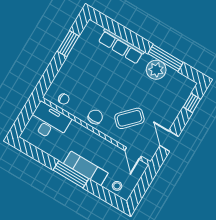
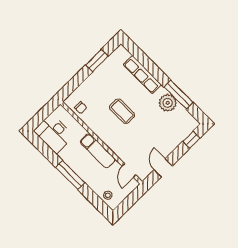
chair: (95, 117) -> (104, 130), removed
coffee table: (129, 118) -> (122, 111), moved, turned 46
desk: (49, 122) -> (54, 133), moved, turned 180
exam couch: (86, 168) -> (98, 151), moved, turned 180

